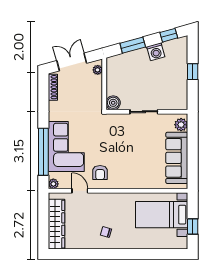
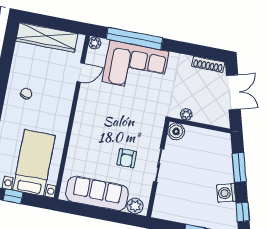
plant: (98, 70) -> (186, 114), moved
armchair: (100, 173) -> (127, 158), moved, turned -90

